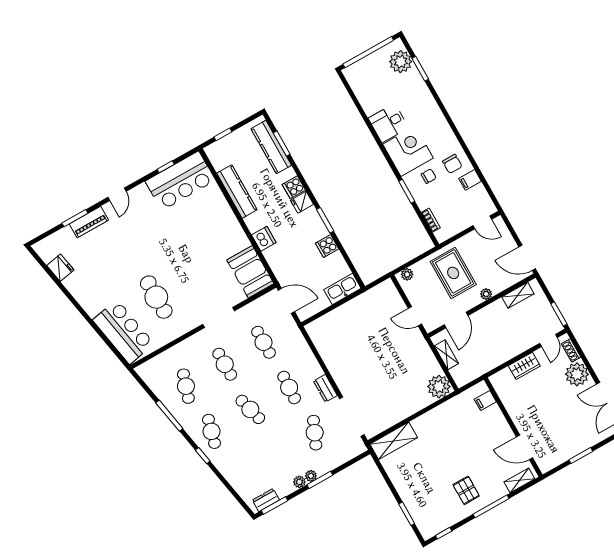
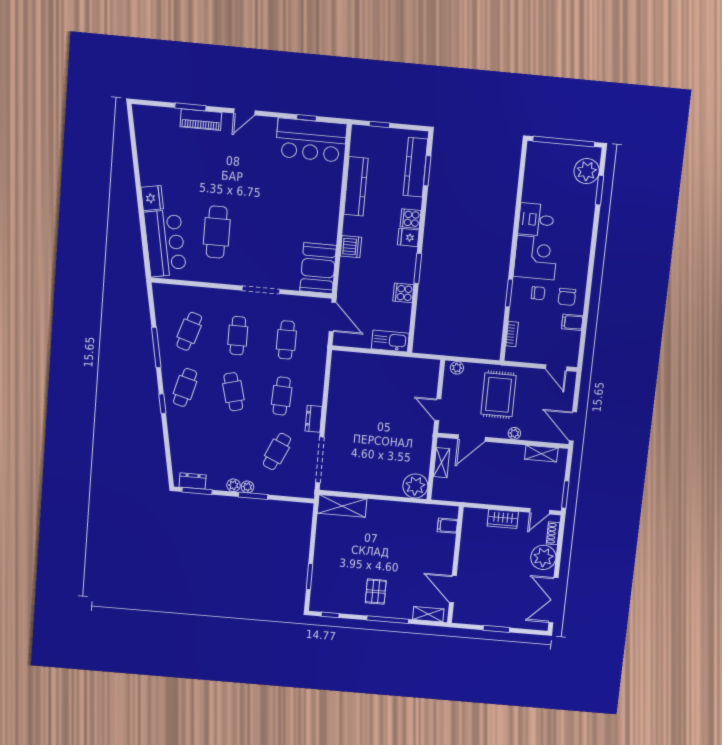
fridge: (60, 268) -> (152, 198), moved

